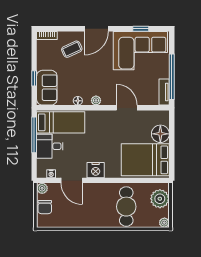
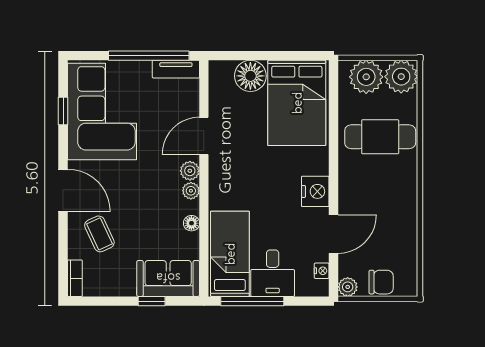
plant: (107, 100) -> (190, 171), added
plant: (164, 223) -> (401, 77), width x1.88, depth x1.88

